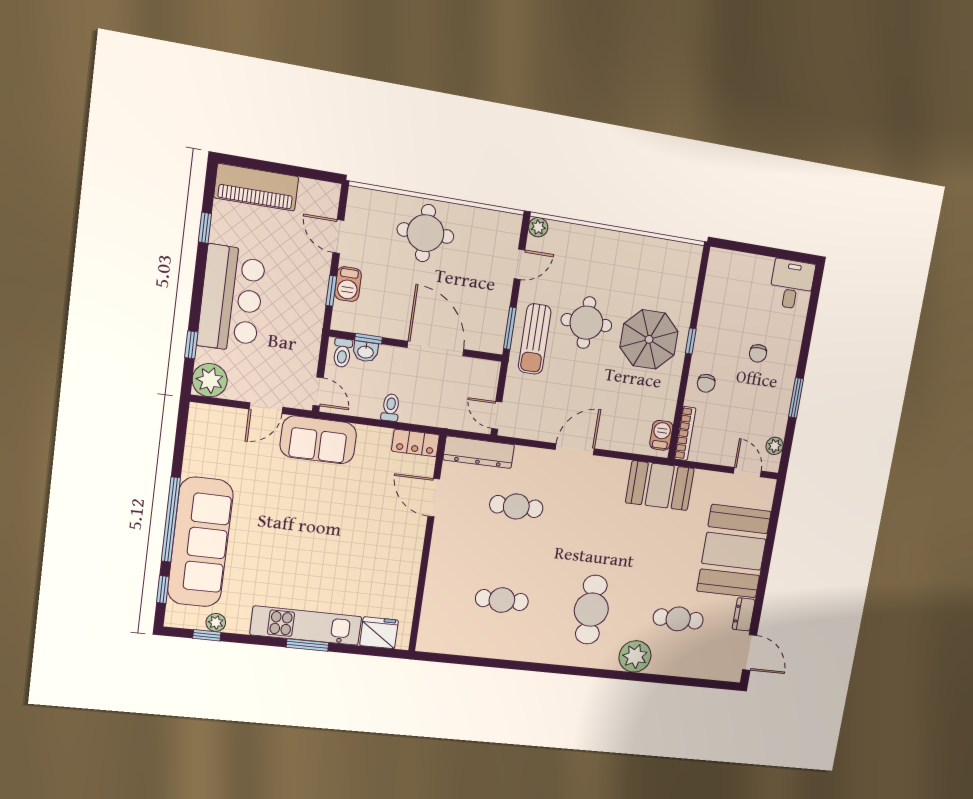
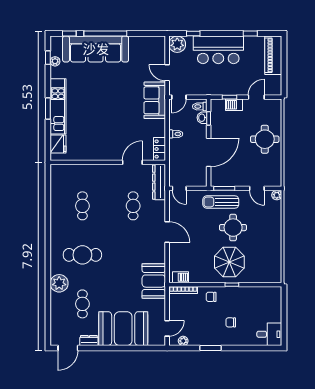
door: (497, 415) -> (179, 188), swing flipped

